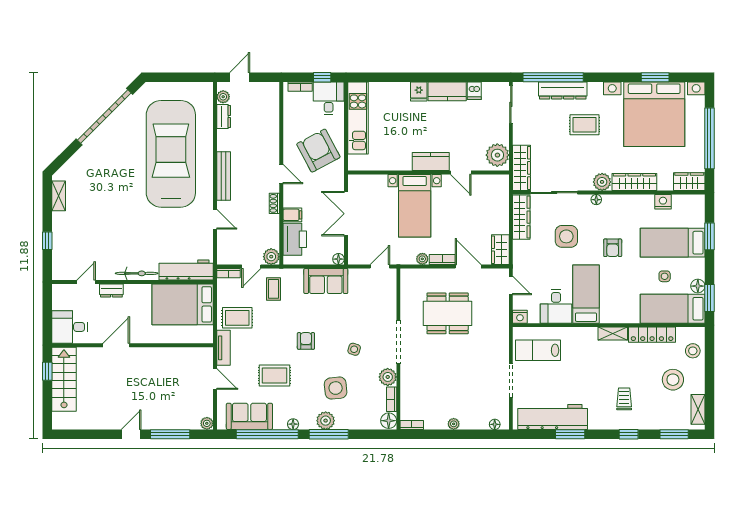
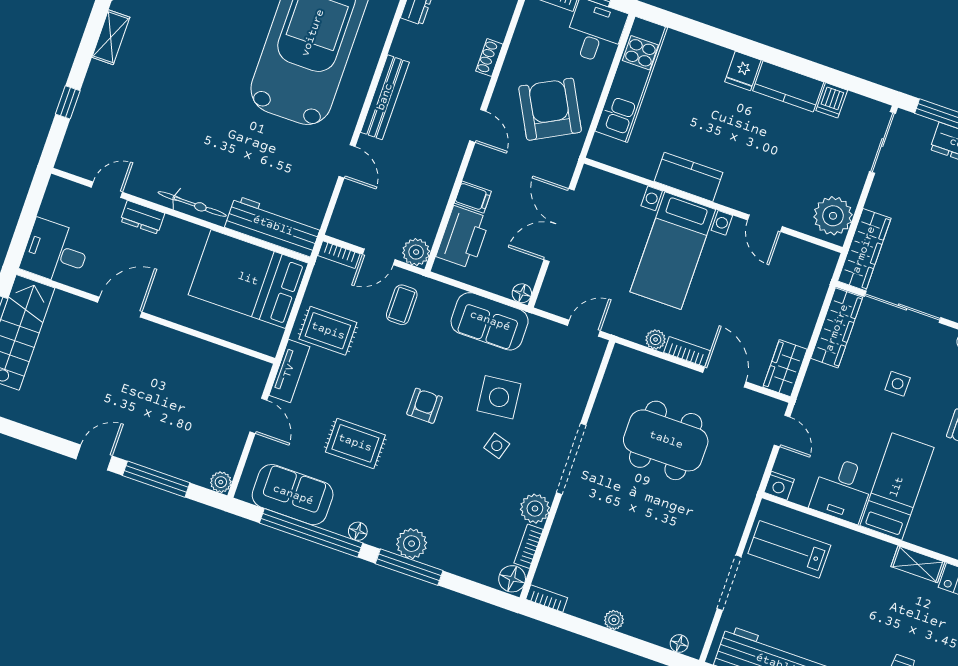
kitchen counter: (431, 161) -> (689, 177), moved
shoe rack: (274, 203) -> (489, 58), moved
side table: (566, 236) -> (898, 384), width x0.54, depth x0.54
side table: (336, 388) -> (499, 397), moved

